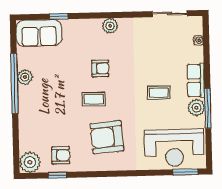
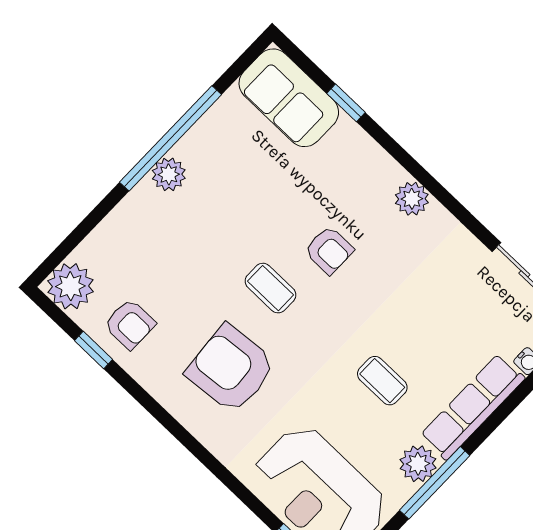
plant: (25, 77) -> (169, 174), moved
row of seats: (196, 81) -> (473, 407), width x1.48

